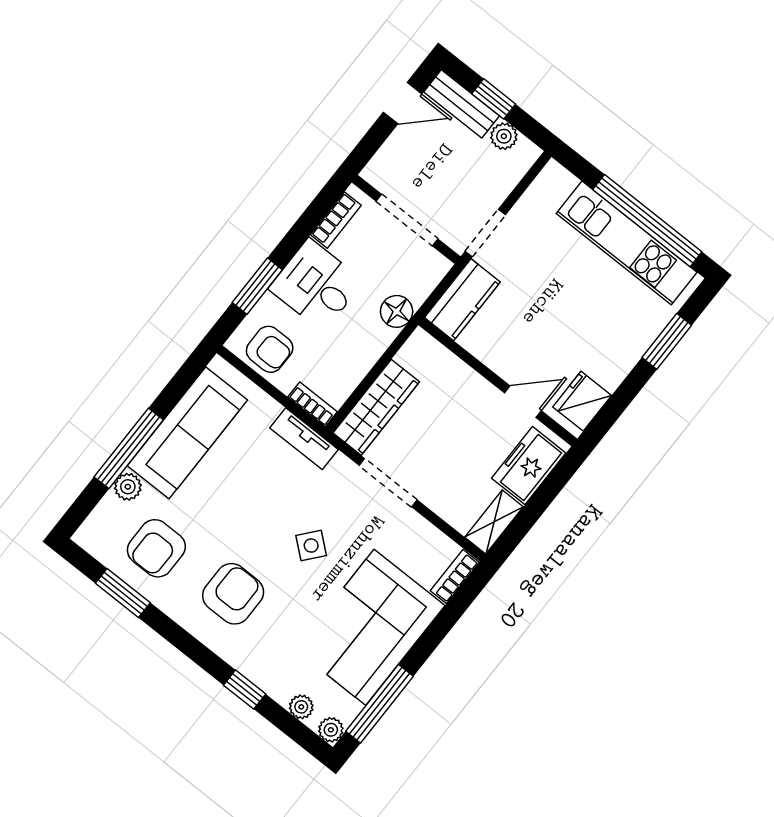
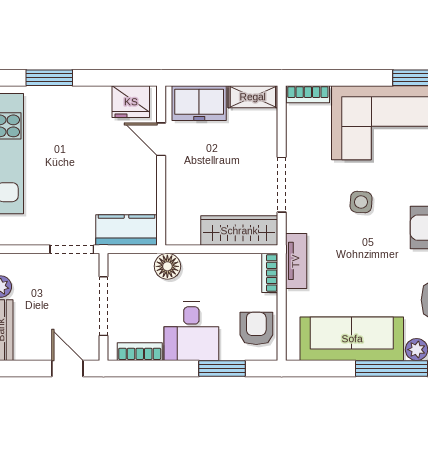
door: (402, 103) -> (67, 368), moved
side table: (311, 545) -> (361, 202), turned -36

